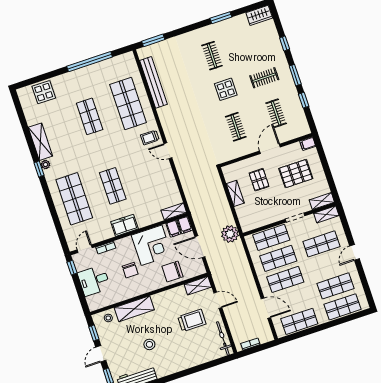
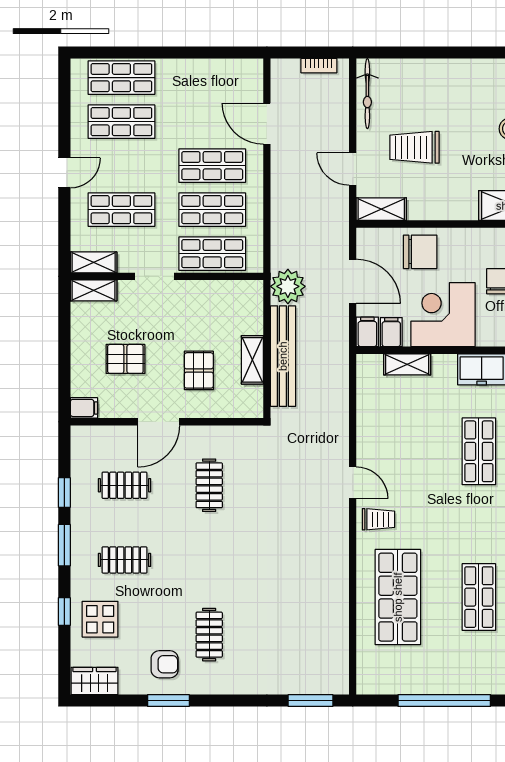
armchair: (228, 34) -> (165, 664), added
bench: (153, 82) -> (283, 356), moved
display table: (226, 89) -> (100, 619), moved
clothes rail: (276, 113) -> (124, 485), turned 90
pallet: (296, 174) -> (125, 359), width x0.67, depth x0.71
shelving: (174, 211) -> (407, 364), moved
shop shelf: (299, 321) -> (212, 78), removed

